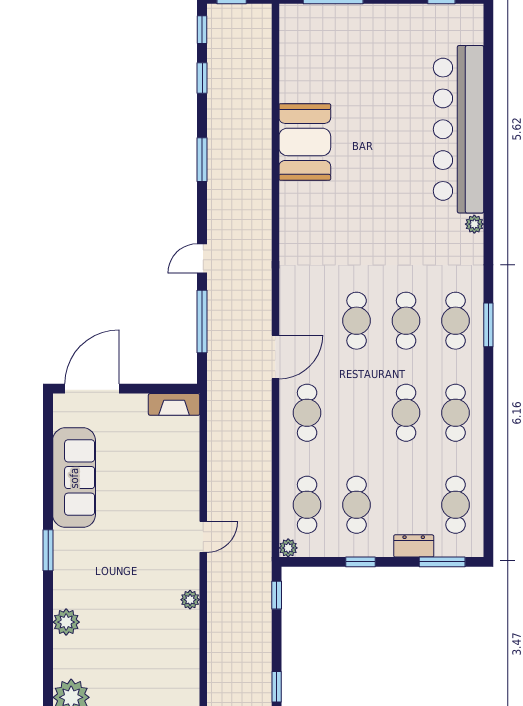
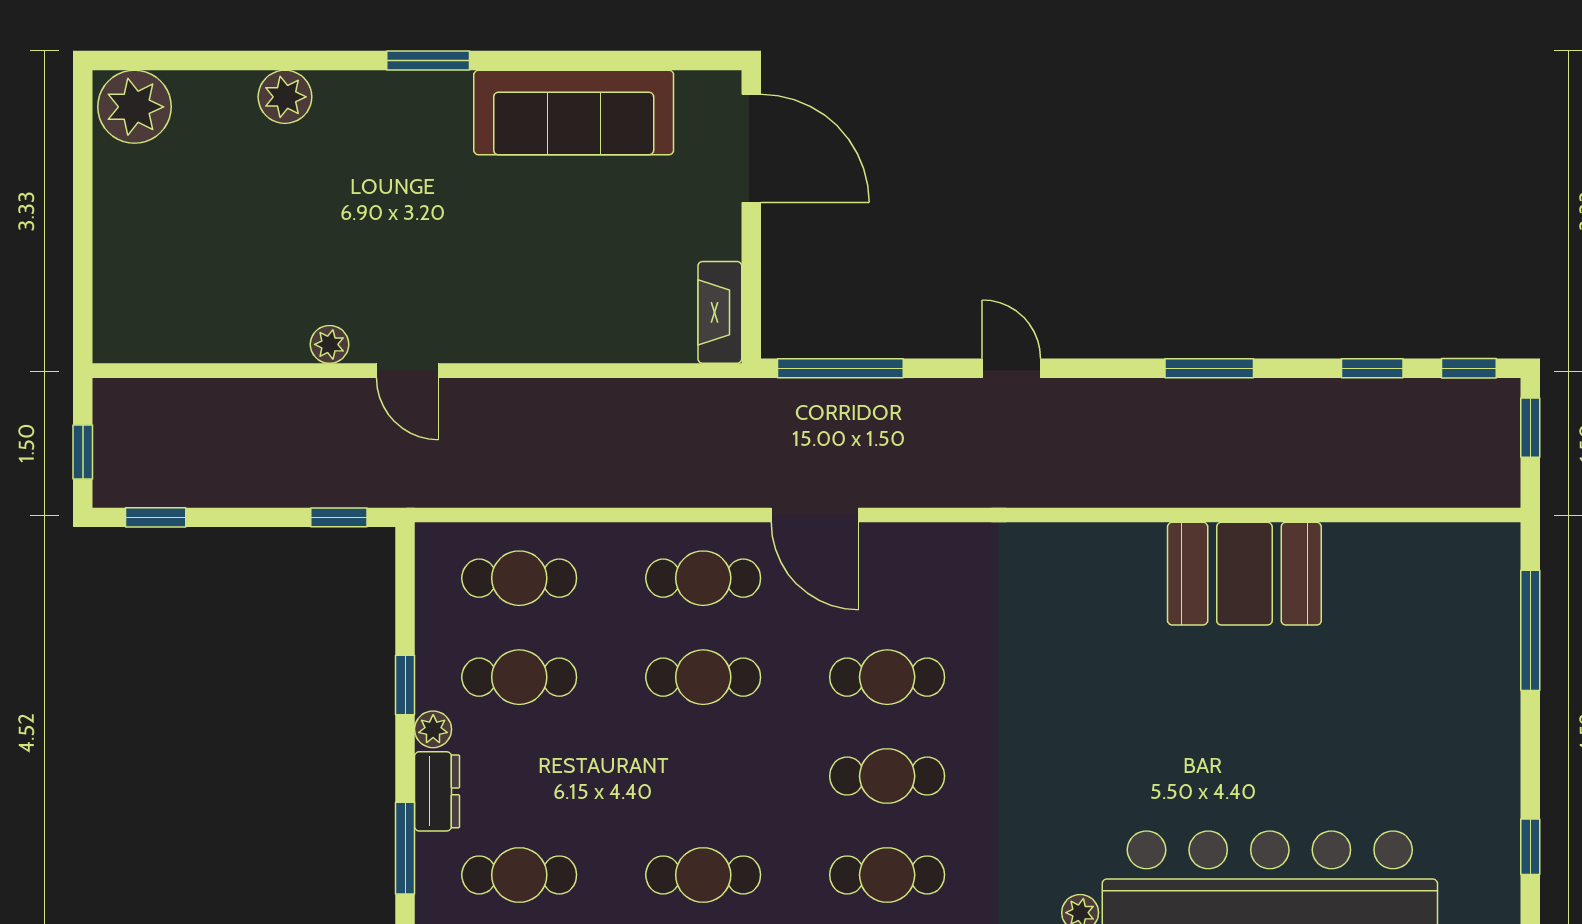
window: (202, 321) -> (840, 368), moved
cafe table: (406, 413) -> (703, 677), moved
door: (203, 537) -> (407, 371), moved
plant: (288, 548) -> (433, 729), moved

